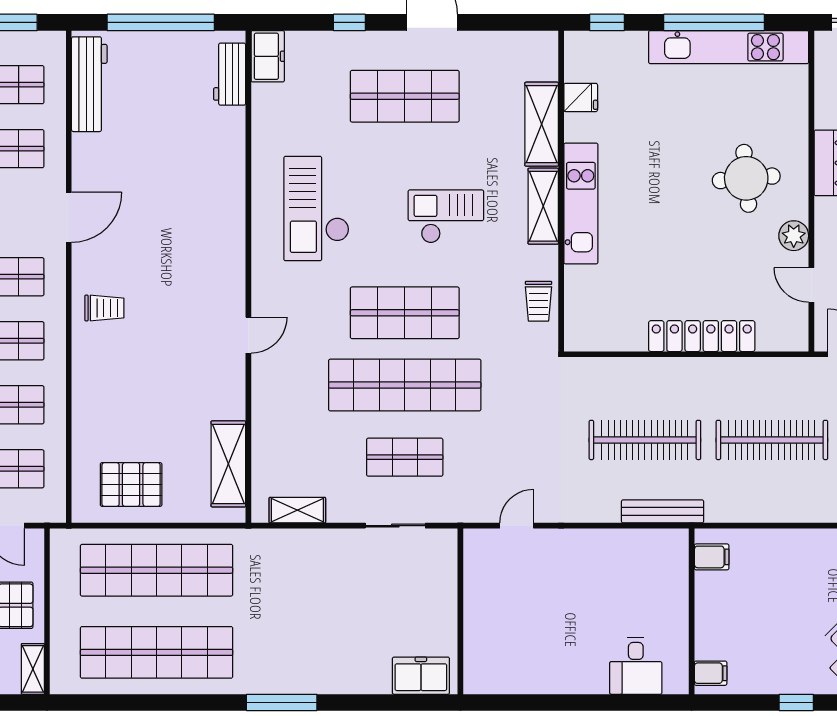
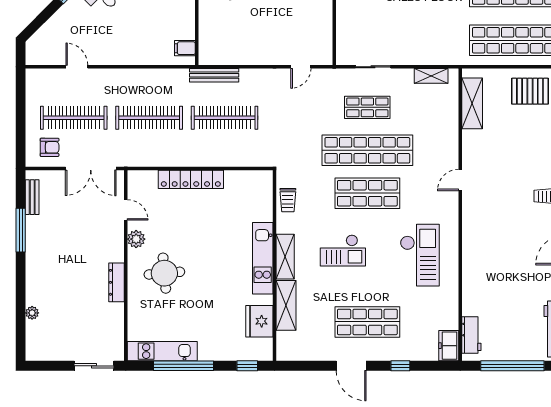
kitchen unit: (729, 47) -> (162, 351), width x0.73
fridge: (581, 97) -> (259, 321), width x1.88, depth x1.34
trolley: (538, 301) -> (288, 200), turned 180

